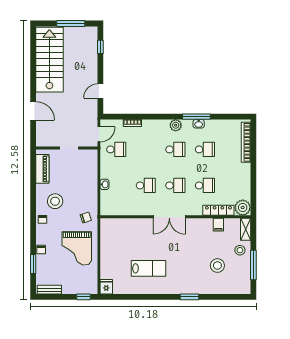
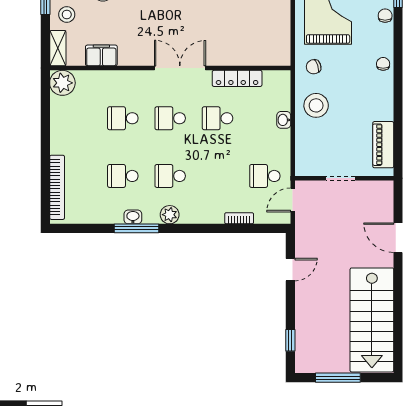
stool: (55, 201) -> (316, 105), moved
locker: (218, 210) -> (237, 78), moved
filing cabinet: (218, 225) -> (101, 55), width x2.00

